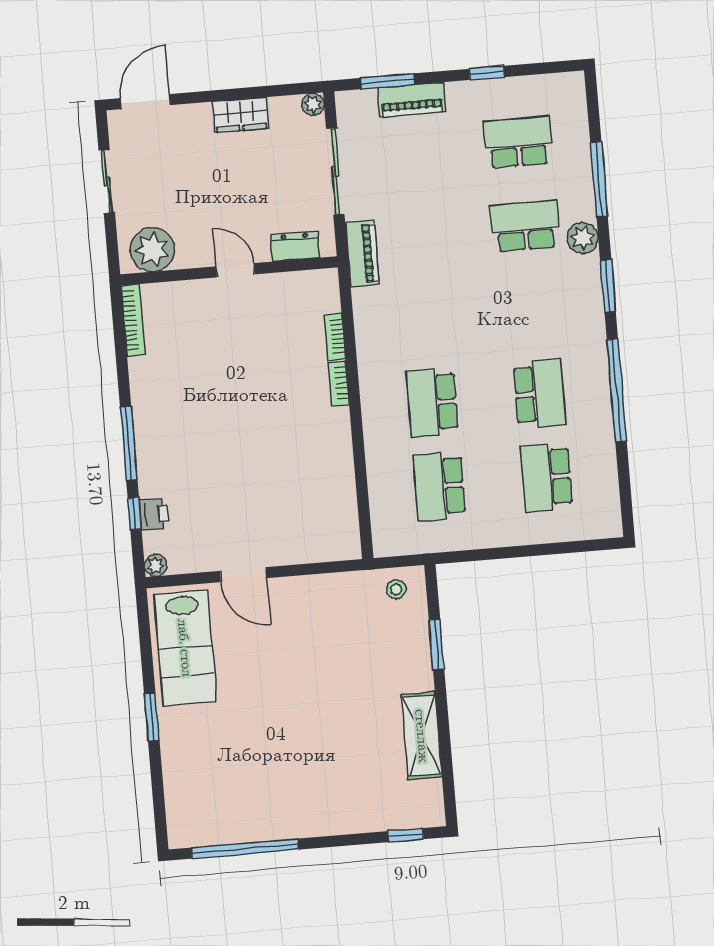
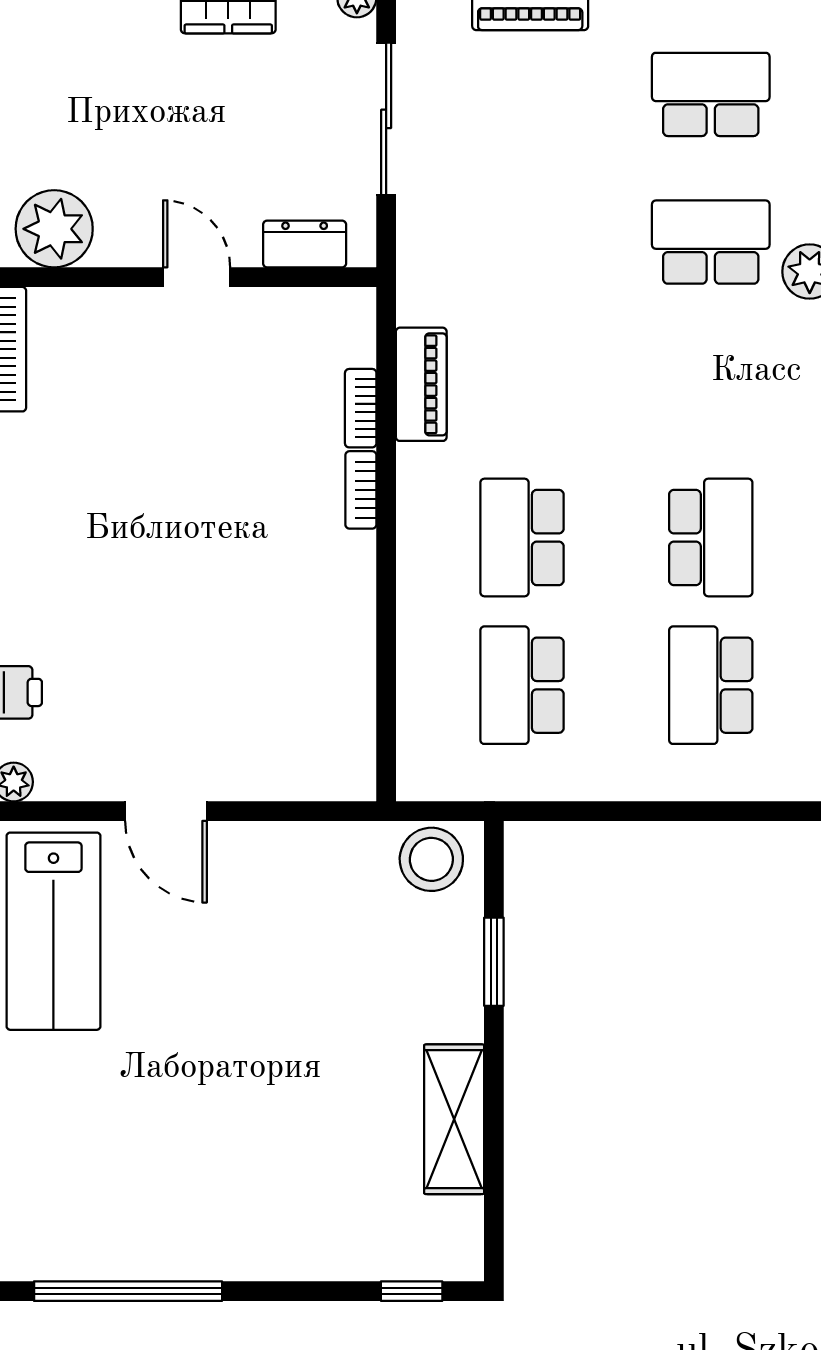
piano: (362, 254) -> (421, 384), moved
stool: (396, 589) -> (431, 859), width x1.89, depth x1.89

